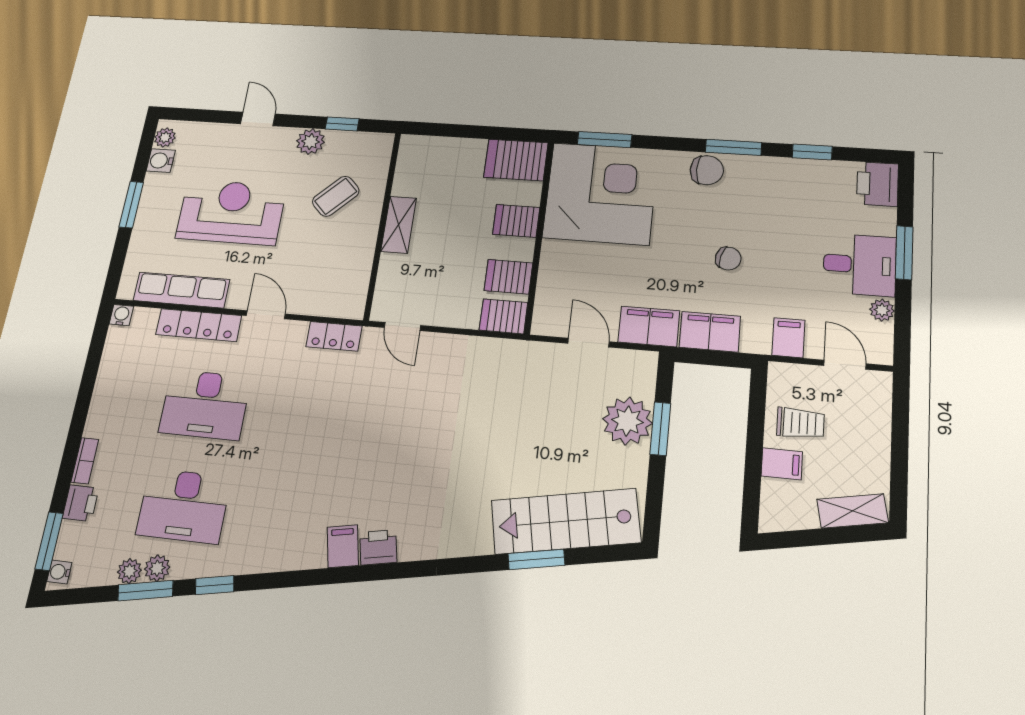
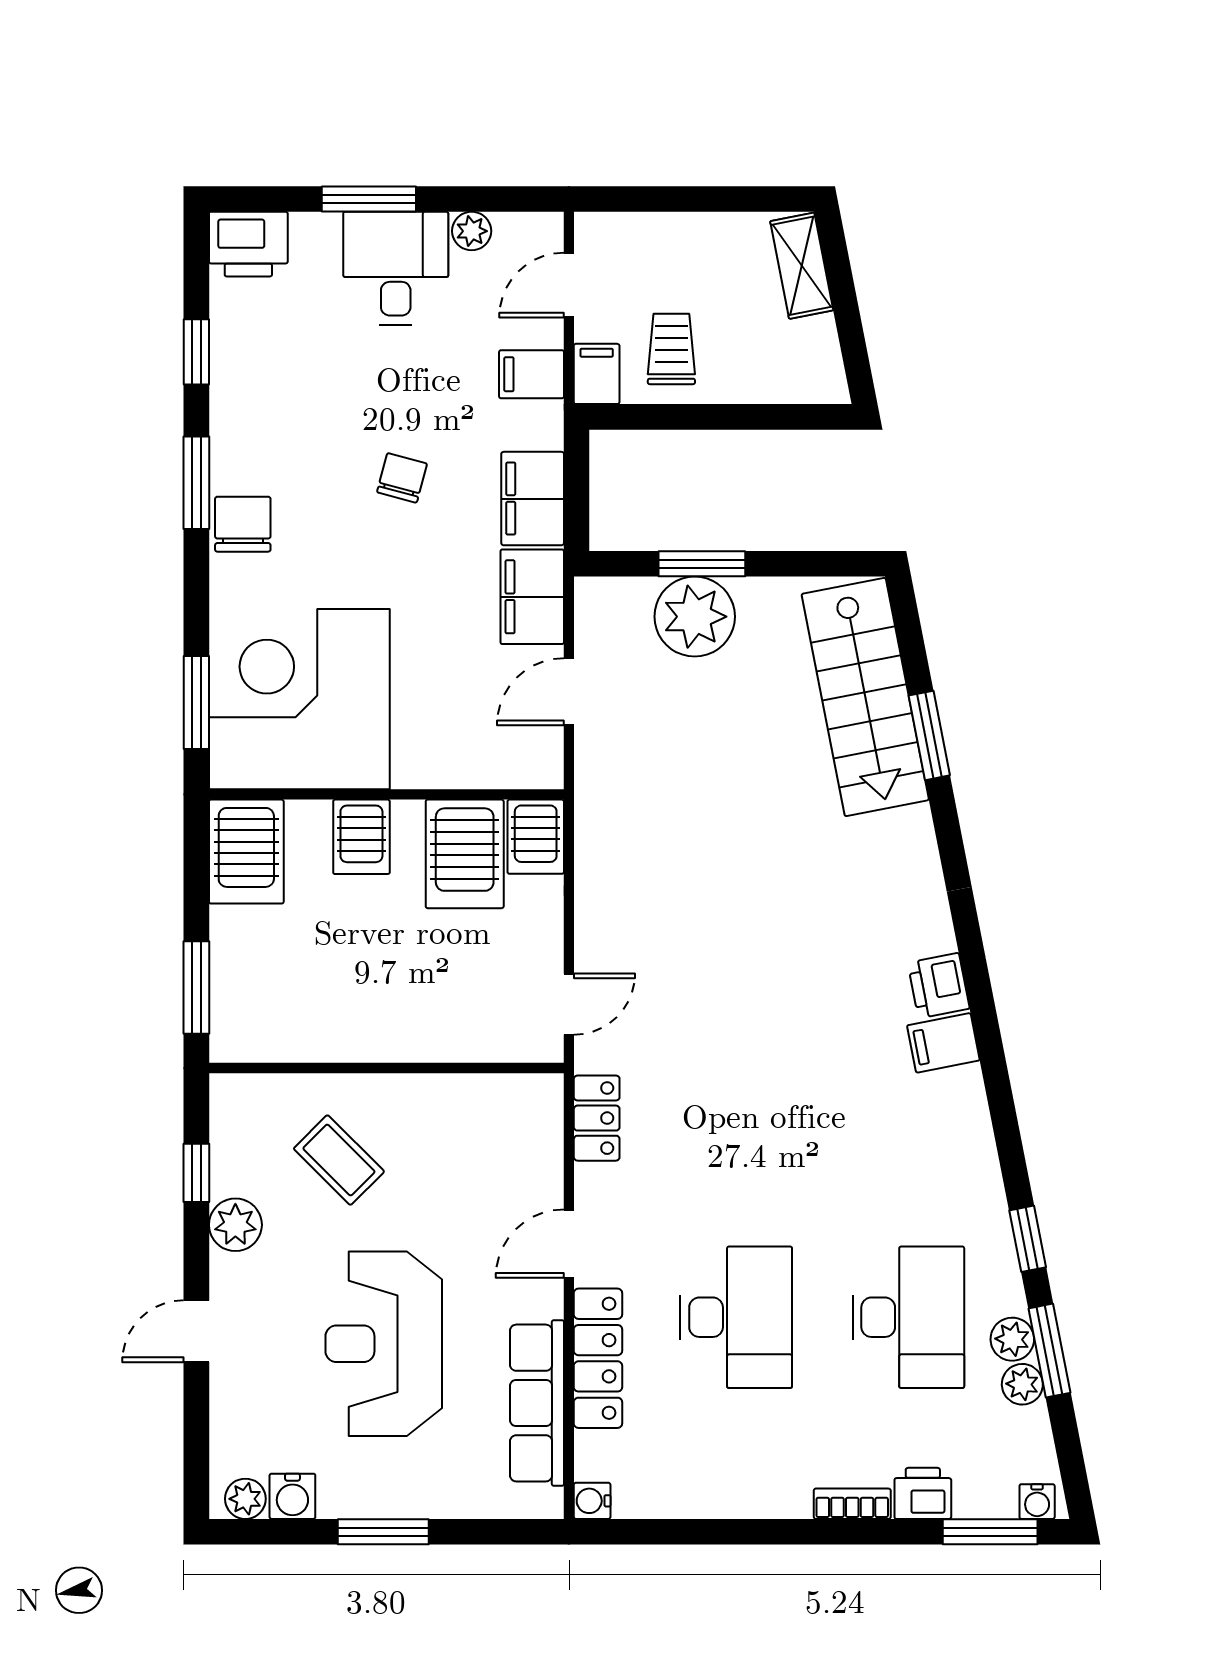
window: (443, 130) -> (196, 987), added
shelving: (399, 225) -> (384, 1039), removed
server rack: (508, 277) -> (465, 854), width x1.36, depth x1.44
filing cabinet: (782, 464) -> (597, 374), moved

